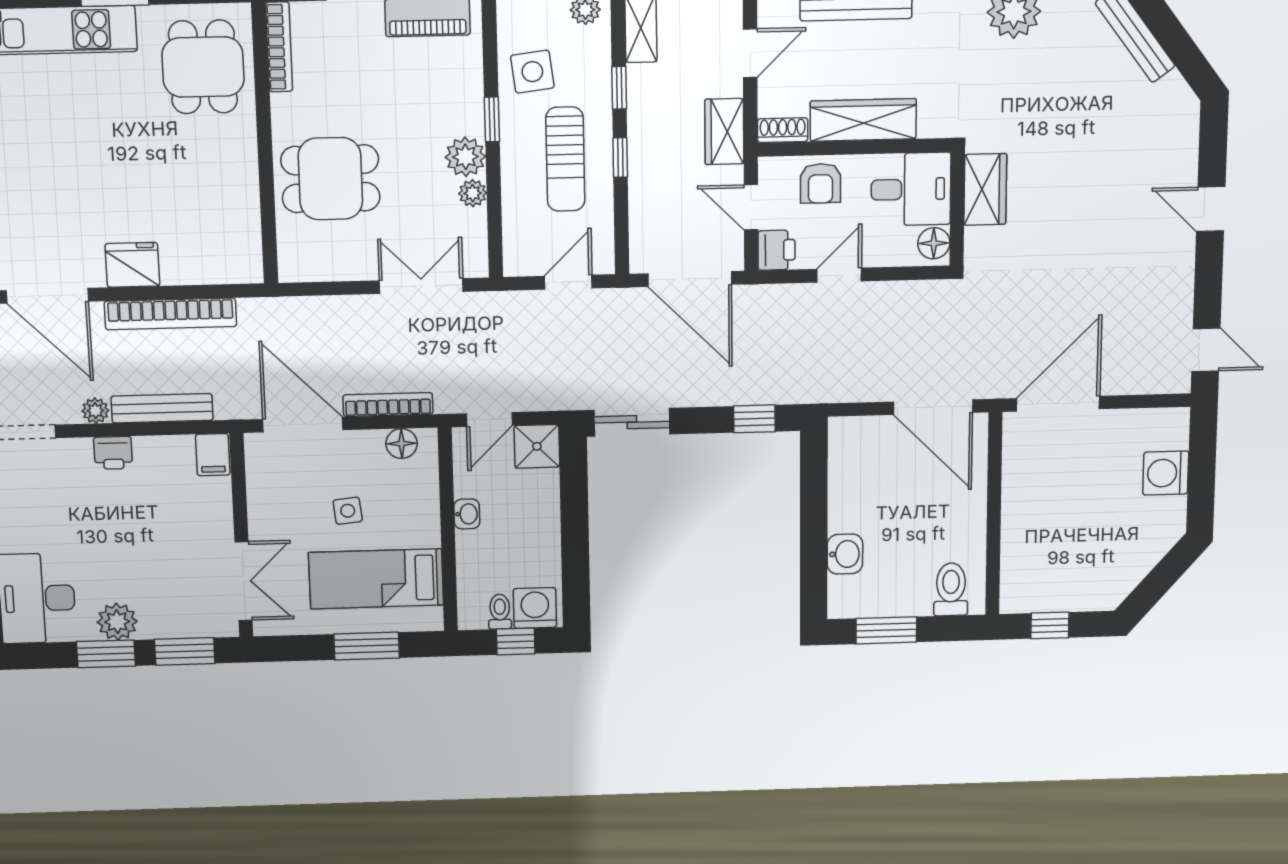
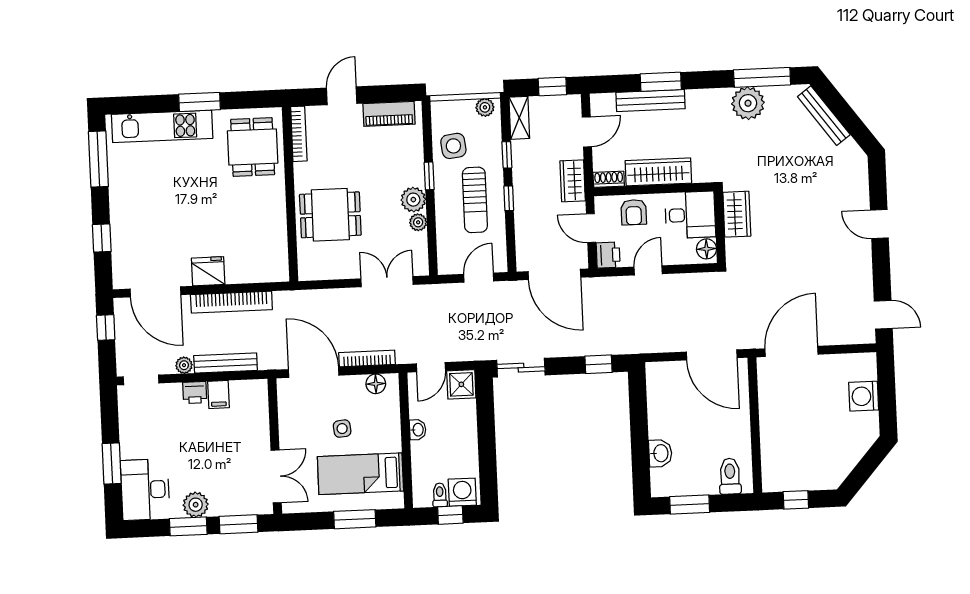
filing cabinet: (213, 455) -> (218, 395), moved

